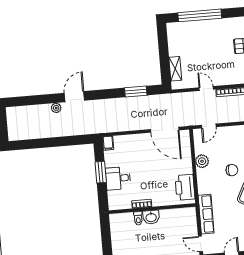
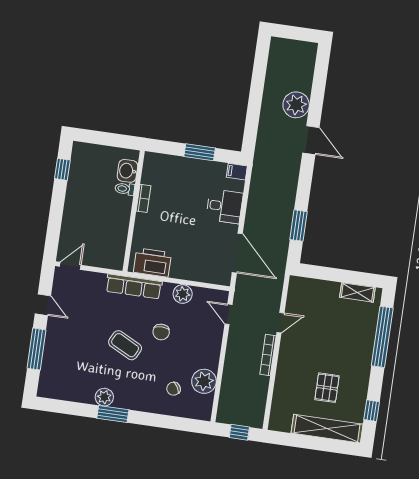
shelving: (175, 69) -> (357, 292), moved
plant: (56, 108) -> (296, 105), width x1.88, depth x1.88
door: (165, 130) -> (237, 253), swing flipped
desk: (118, 178) -> (224, 206), moved, turned 90
row of seats: (206, 214) -> (134, 286), moved
washbasin: (151, 217) -> (127, 171), moved

